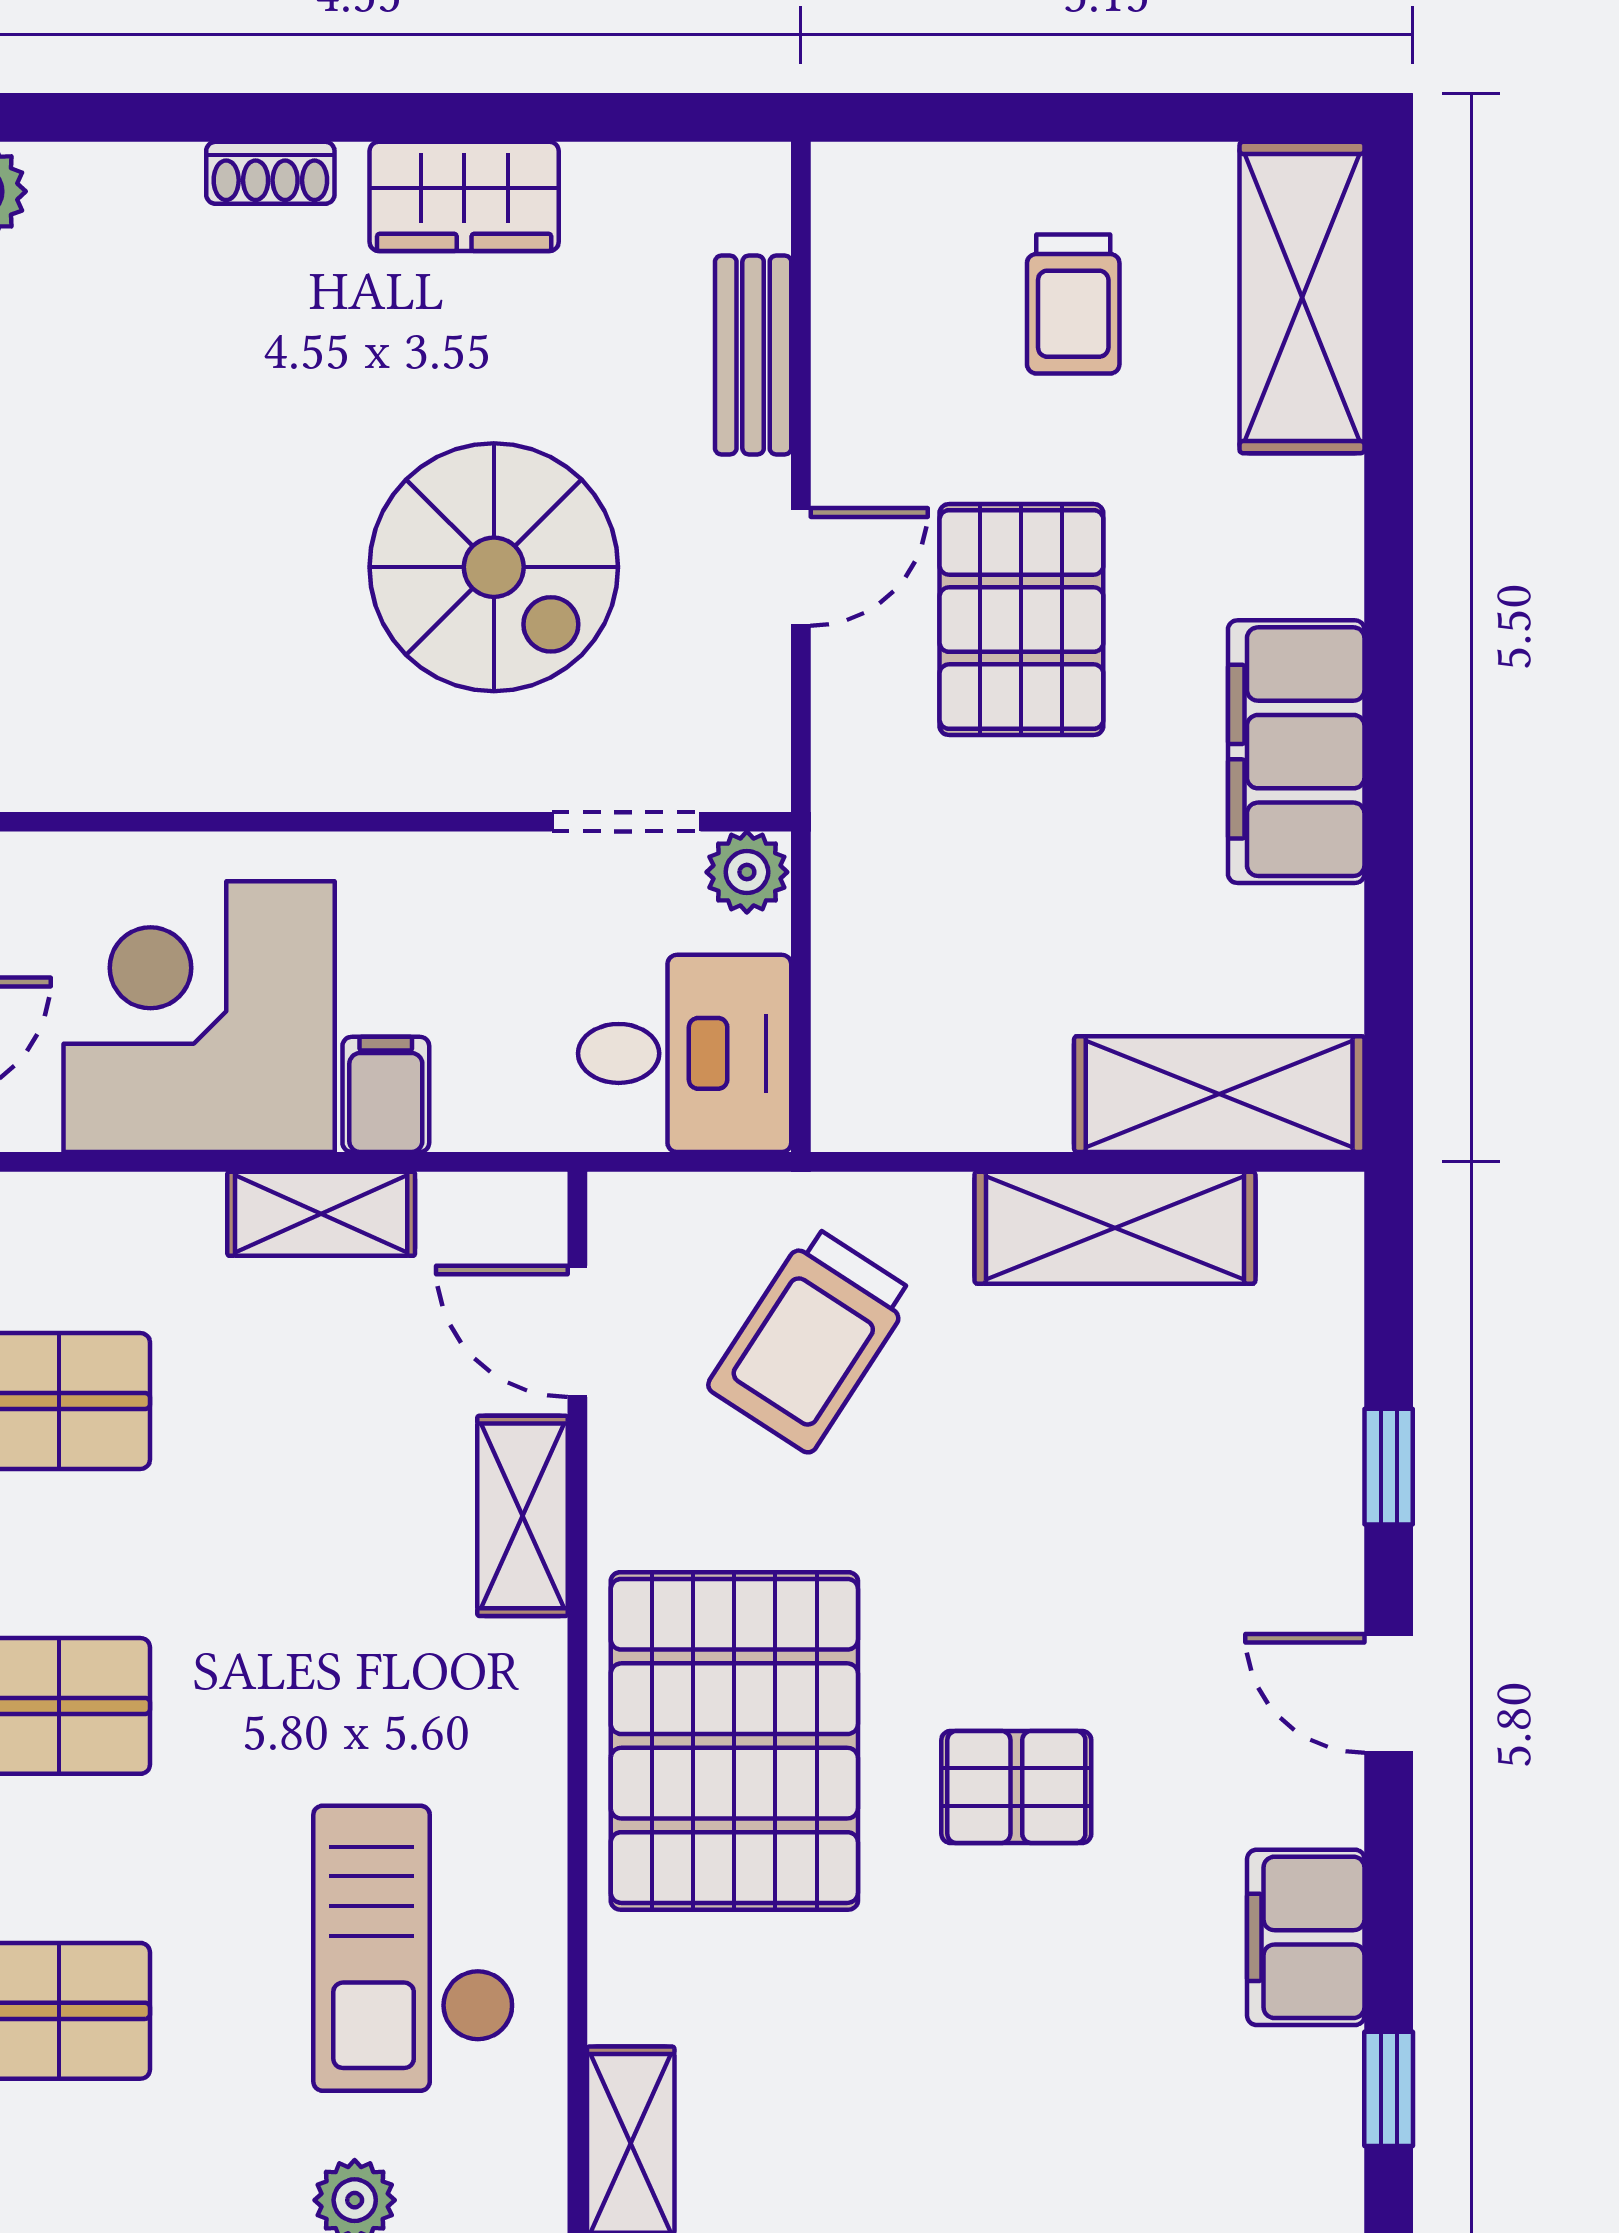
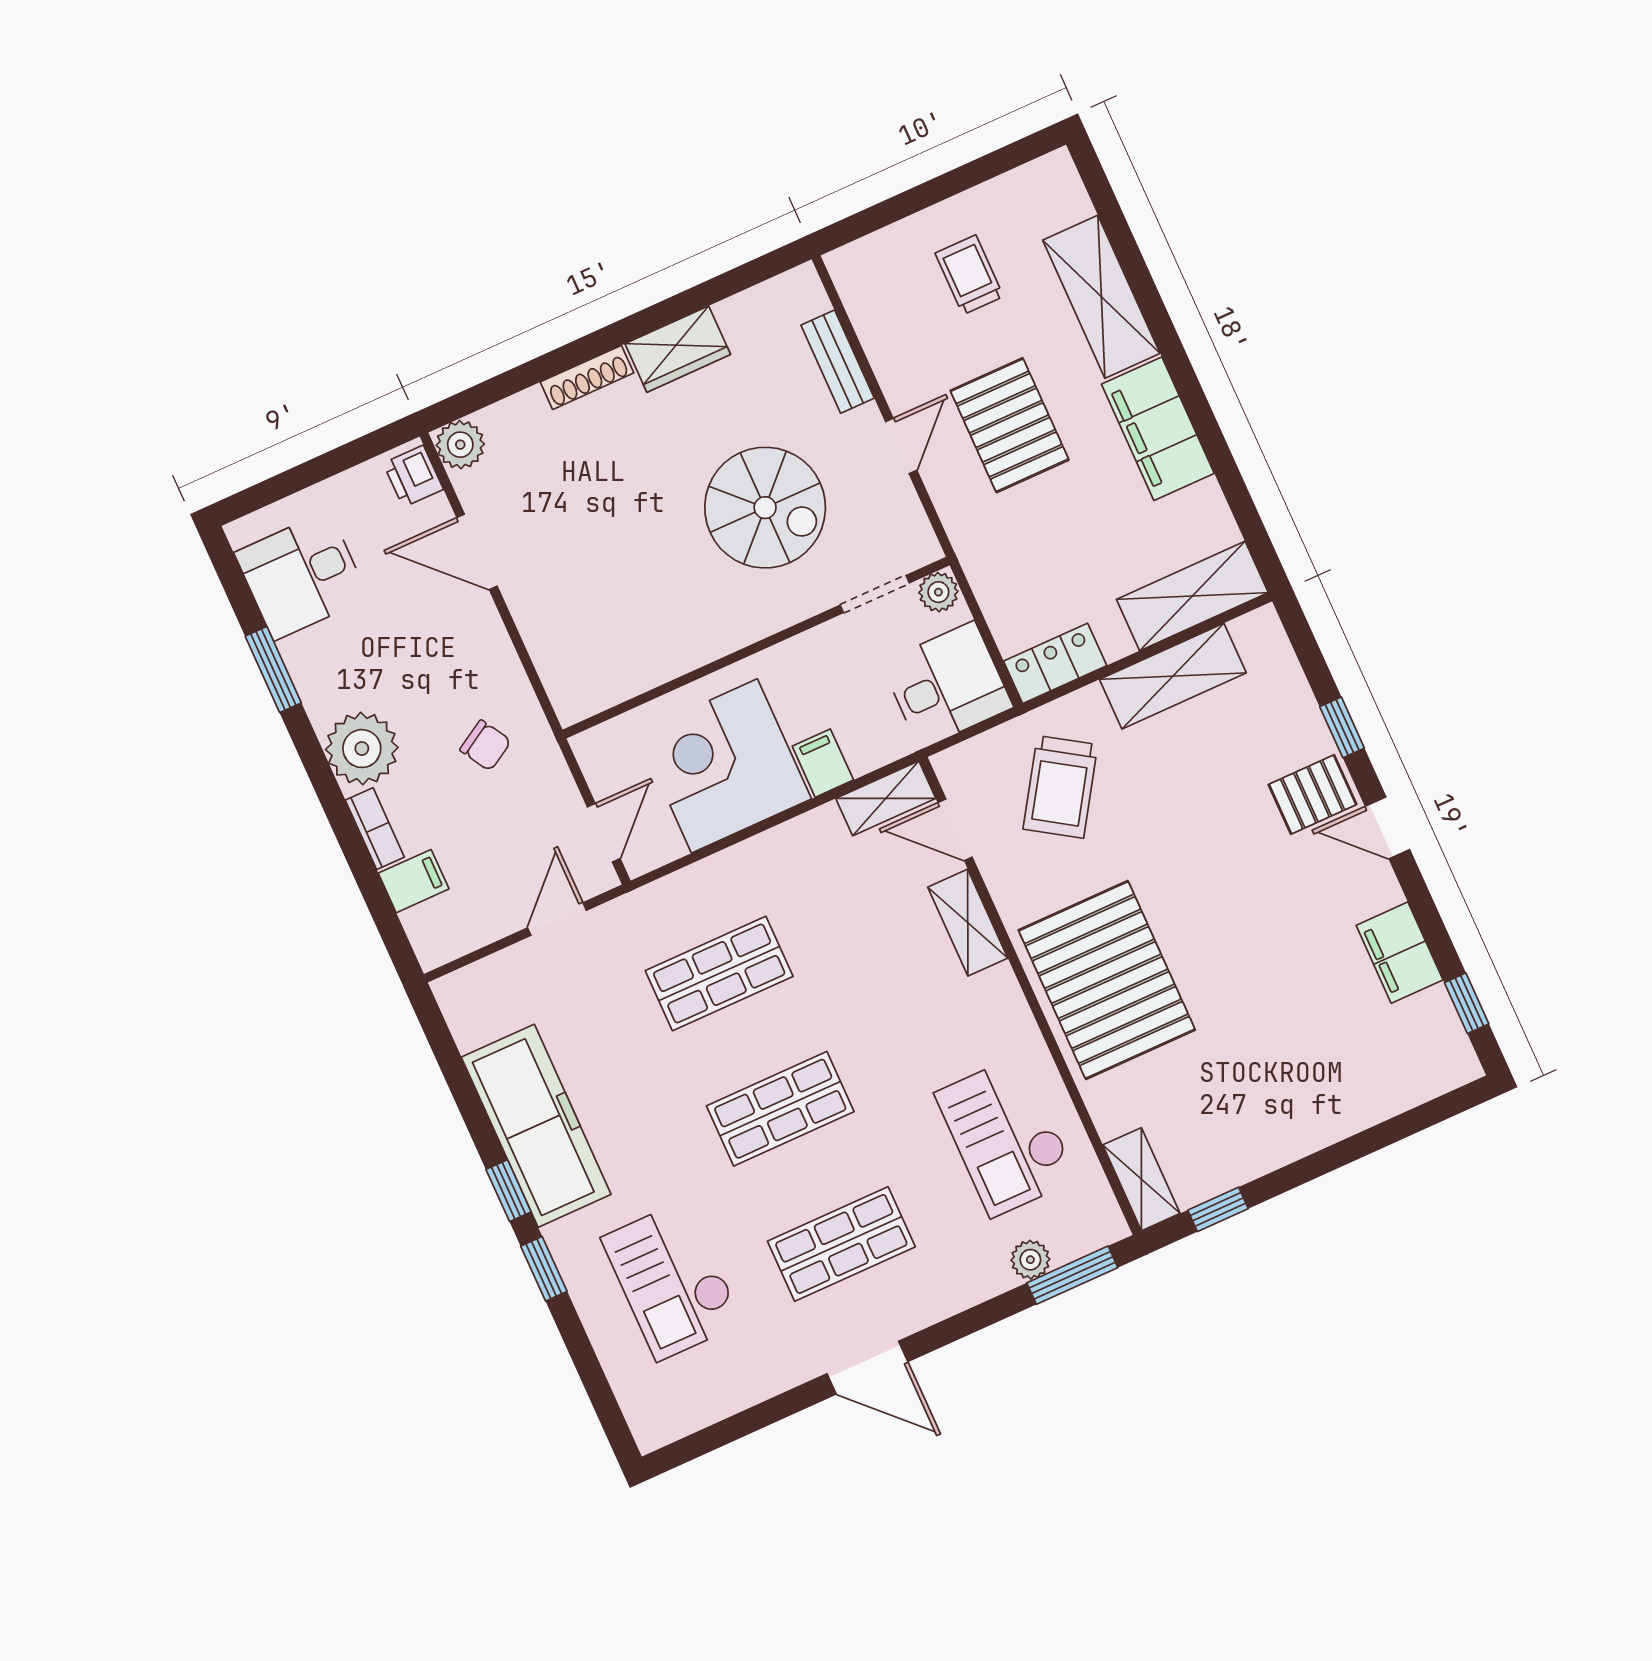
shoe rack: (270, 173) -> (587, 377), width x1.43
shelving: (1302, 298) -> (1101, 297), moved
trolley: (1073, 304) -> (969, 275), turned 180
locker: (905, 1104) -> (1055, 663), added
shelving: (321, 1214) -> (886, 798), moved
pallet: (1016, 1787) -> (1313, 794), moved

